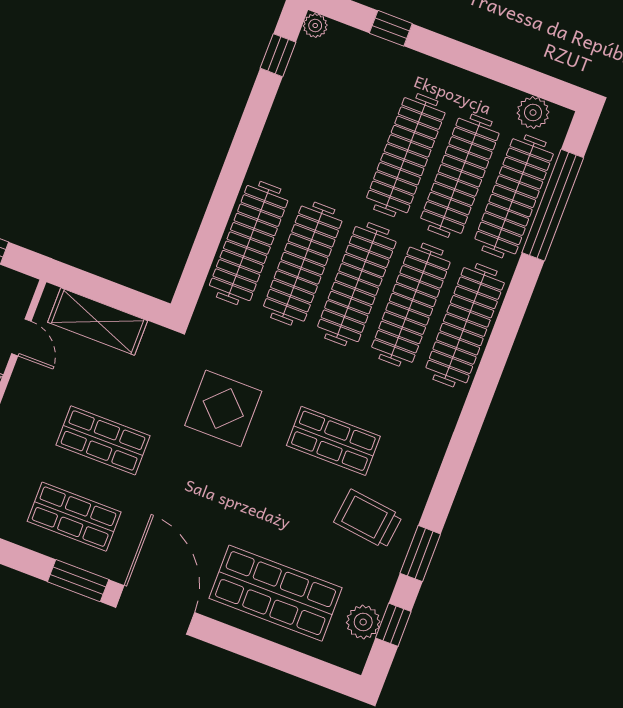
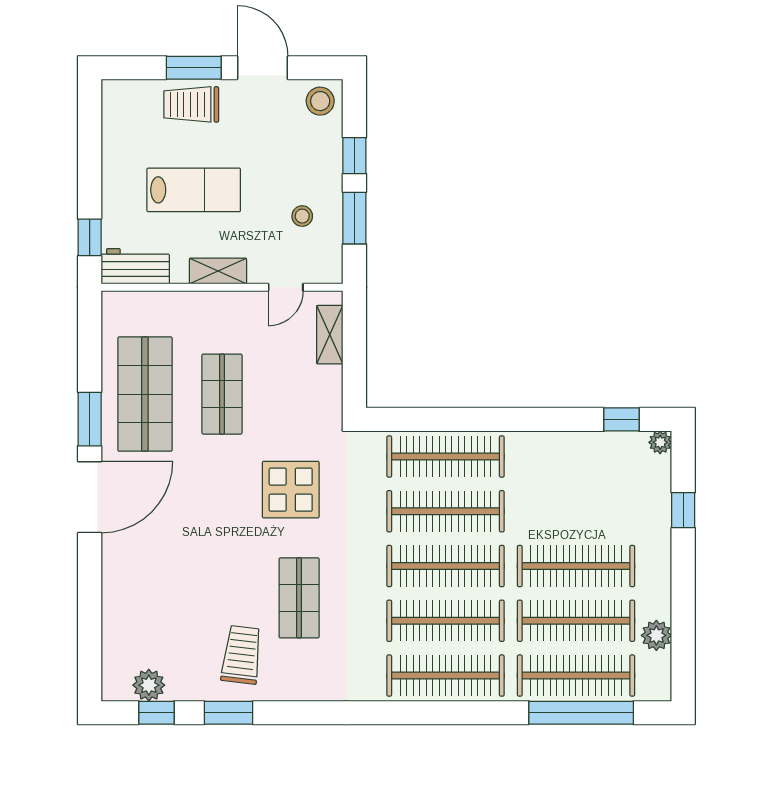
plant: (533, 113) -> (656, 635), moved
shelving: (98, 321) -> (330, 335), width x0.67, depth x0.75
shop shelf: (74, 517) -> (145, 394), width x1.43, depth x1.36
shop shelf: (276, 593) -> (145, 598), removed

